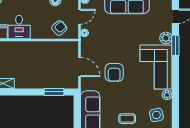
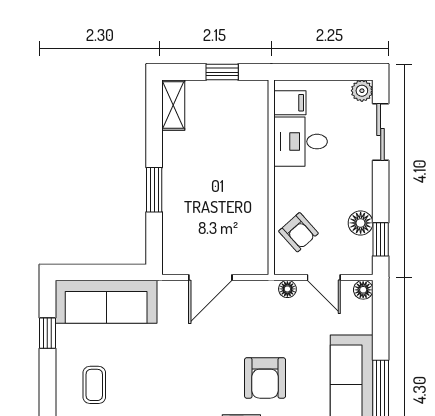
armchair: (114, 72) -> (265, 378), moved, turned -90
window: (54, 92) -> (154, 190), moved

